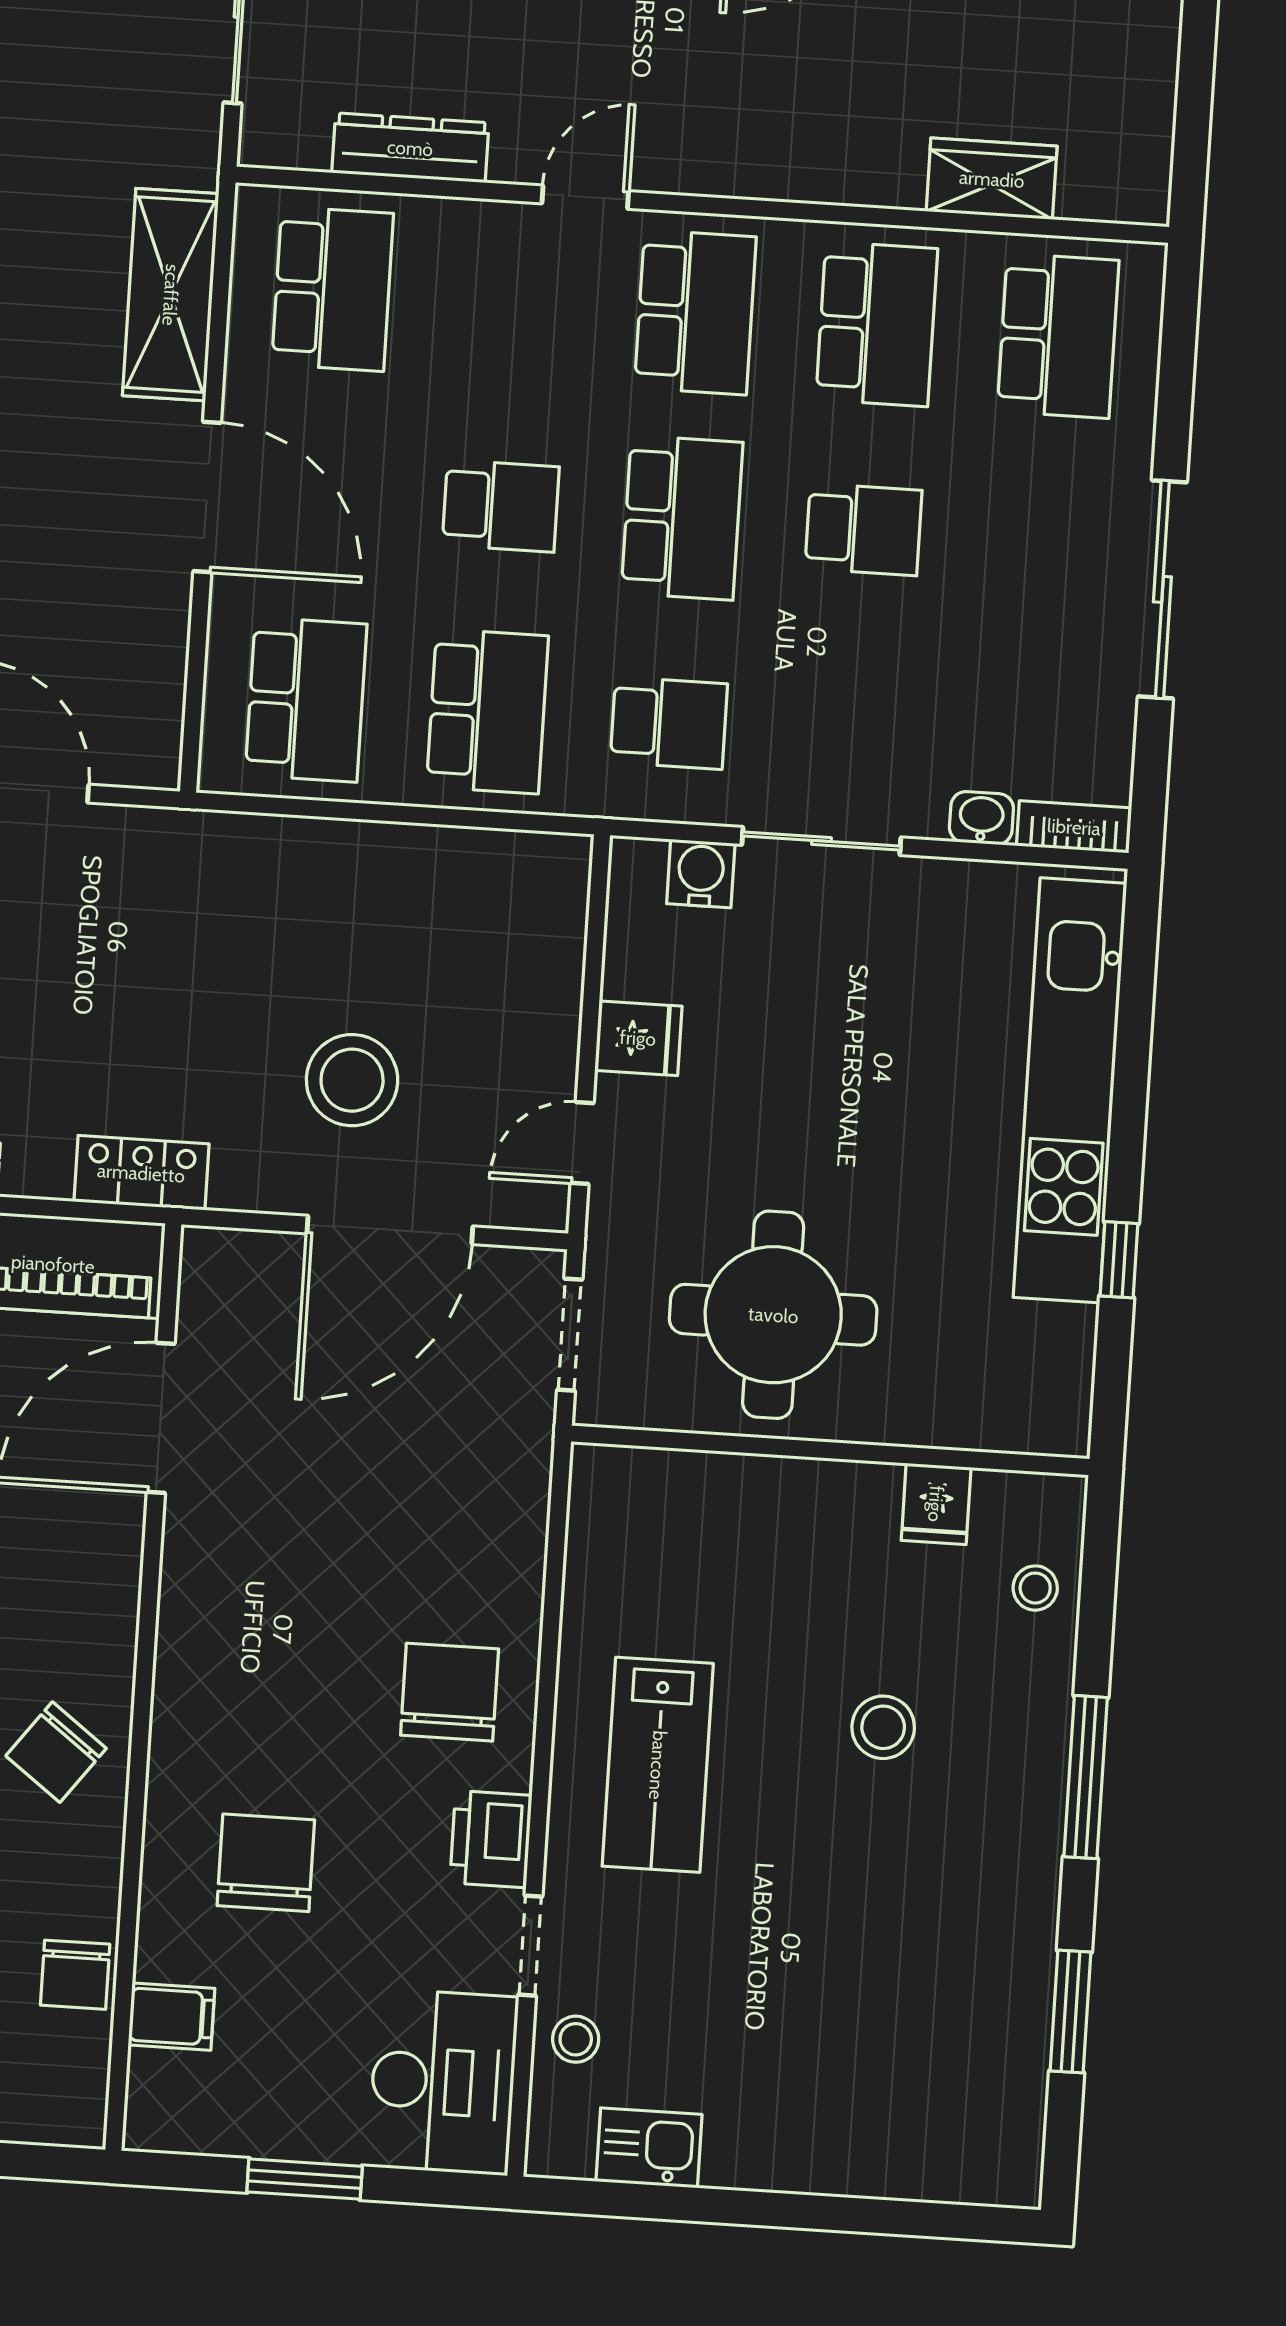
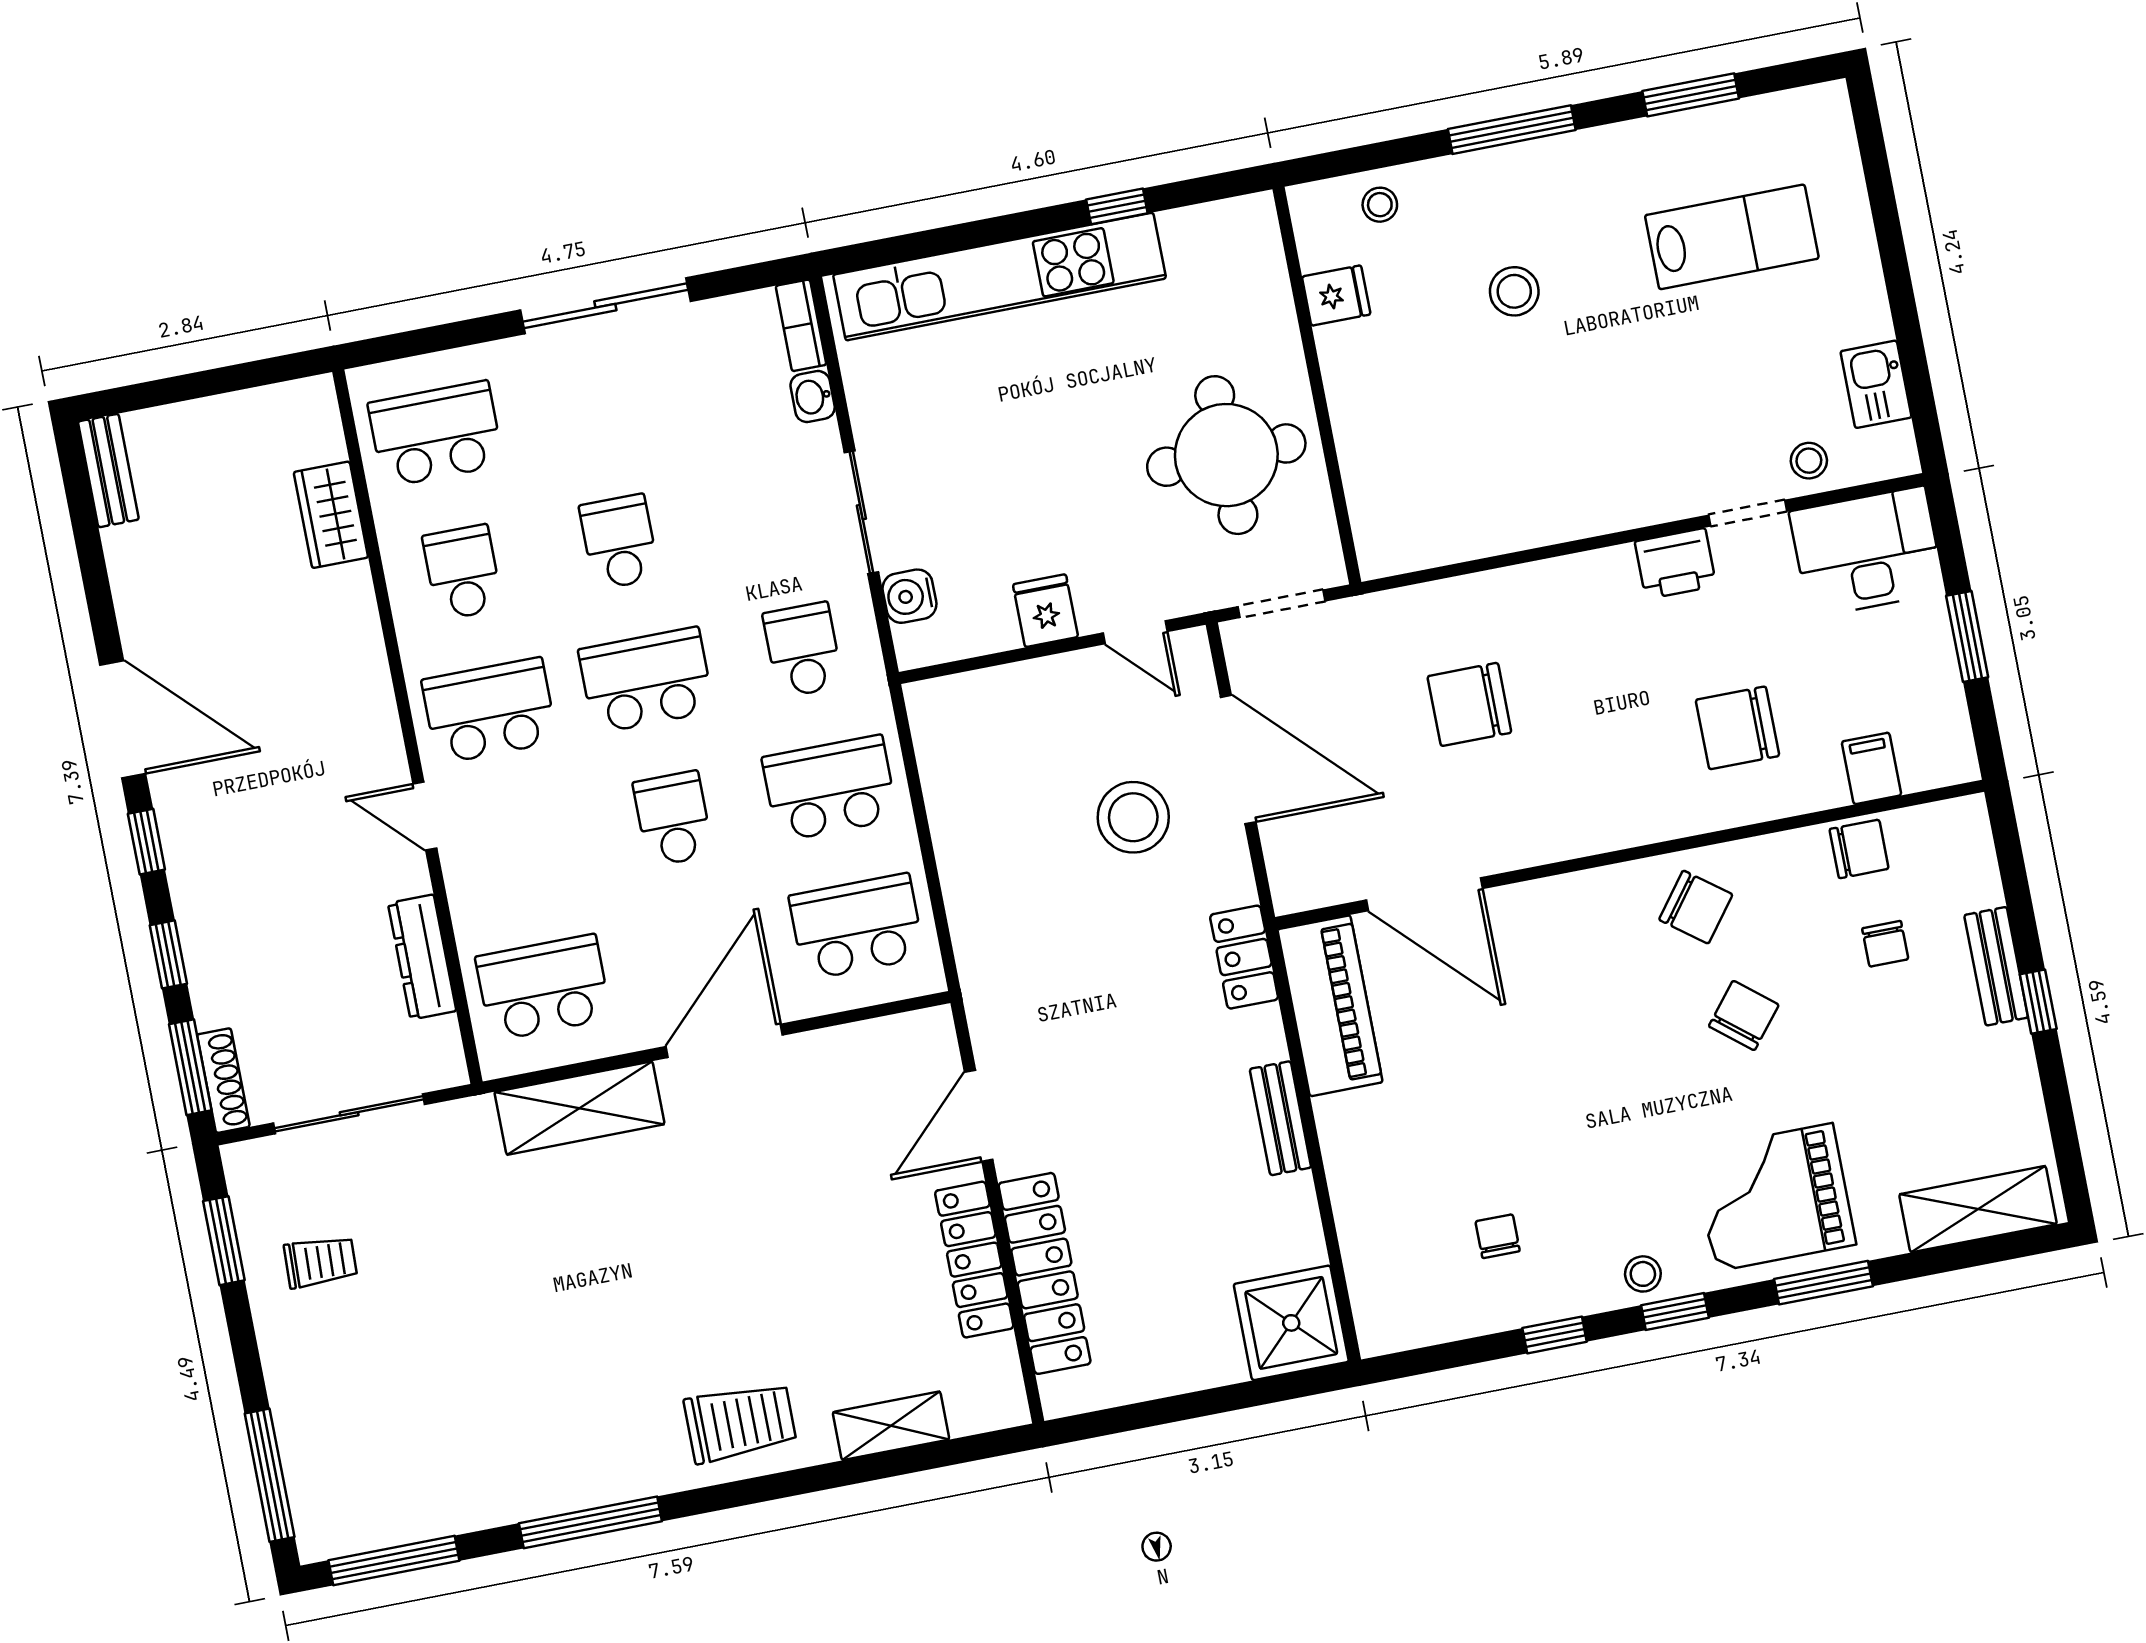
school desk: (877, 324) -> (463, 572), width x0.54
chair: (450, 1692) -> (1469, 704), moved
lab bench: (658, 1765) -> (1732, 237), moved

